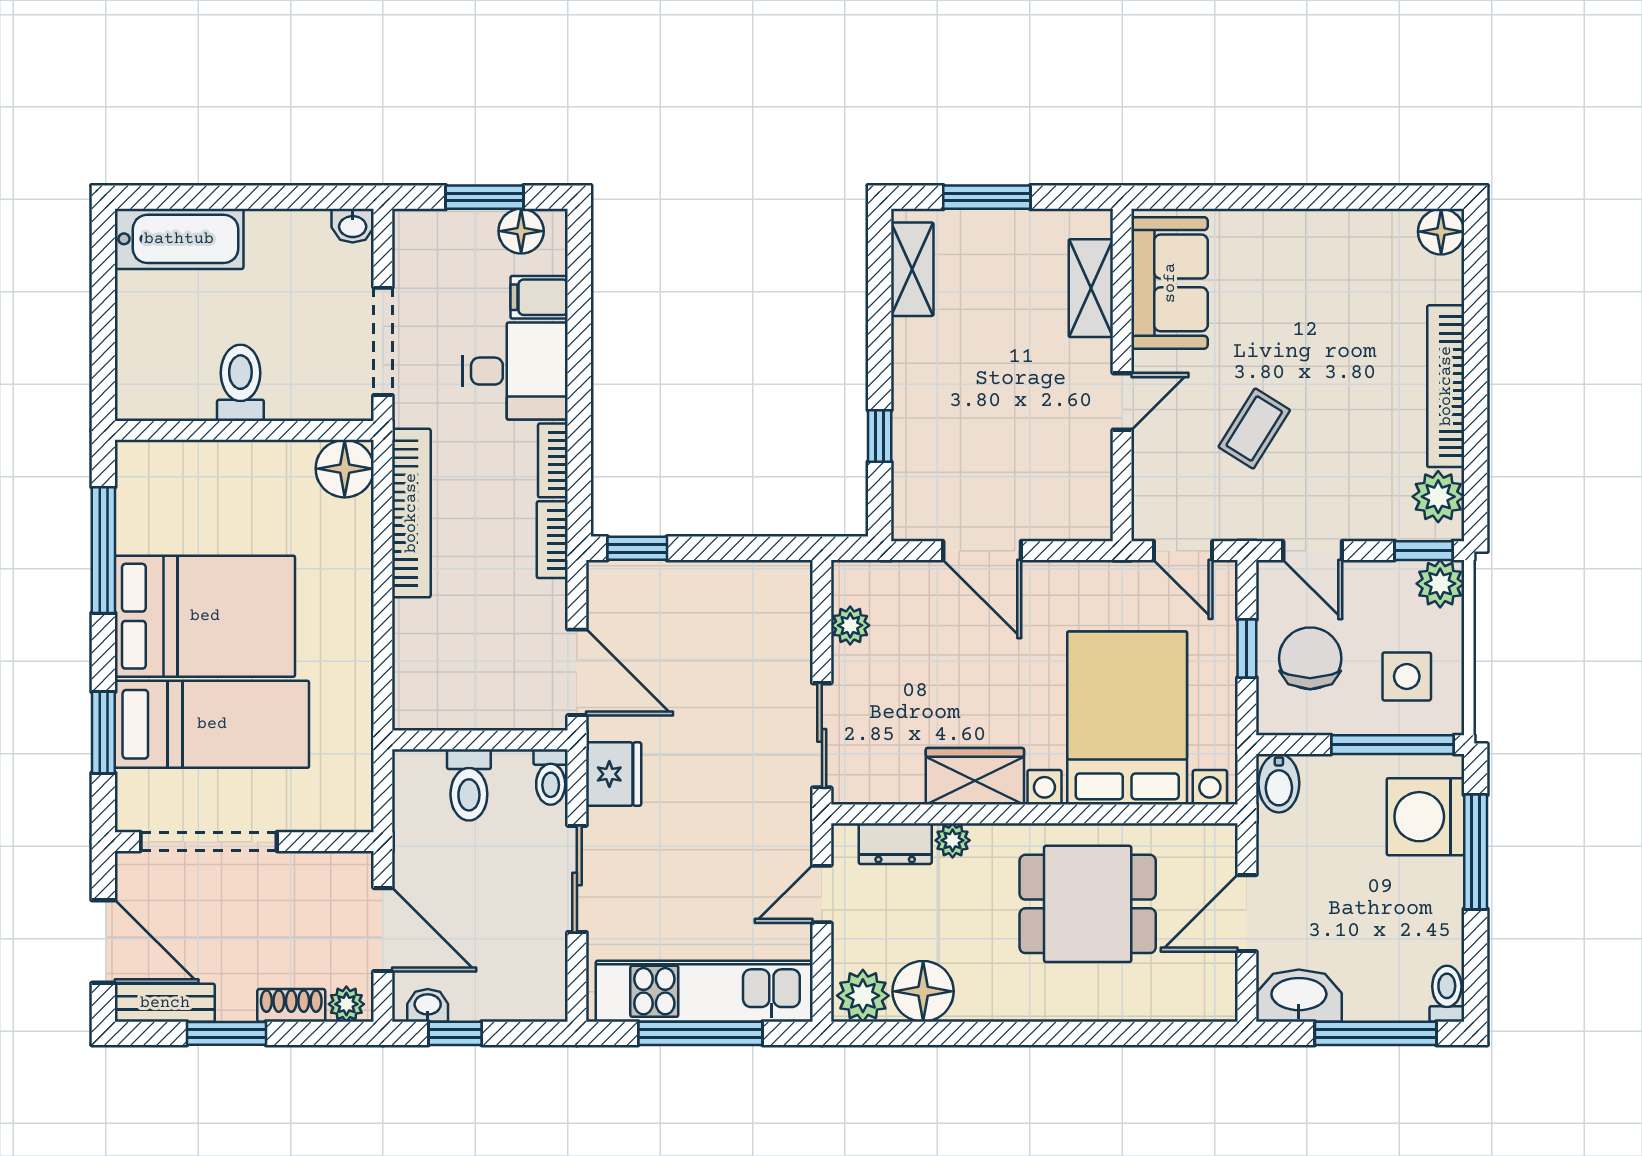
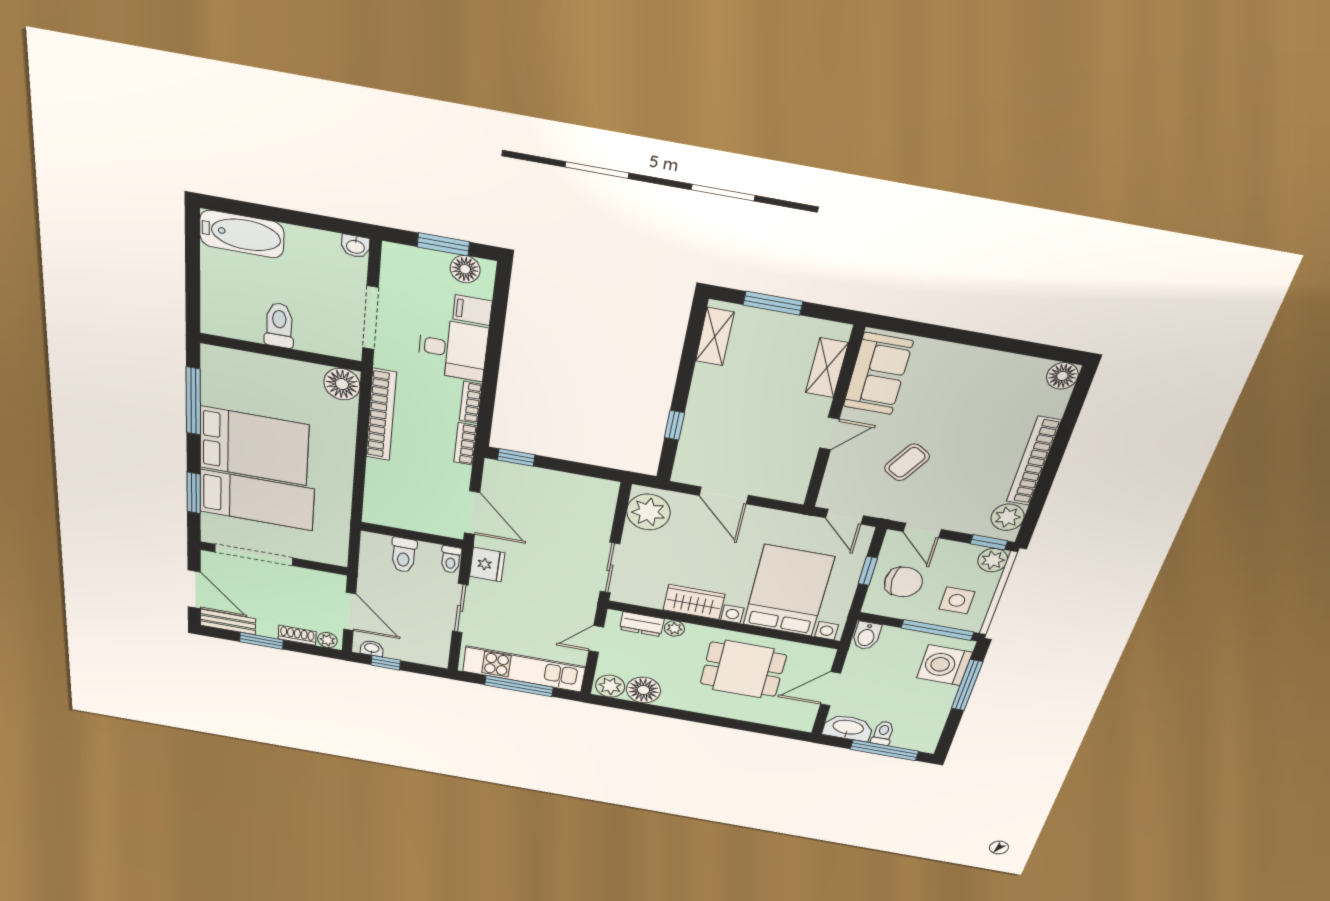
plant: (850, 625) -> (648, 512), width x1.88, depth x1.88
chair: (1310, 658) -> (903, 582), turned 90
toilet: (1447, 994) -> (883, 733), moved

